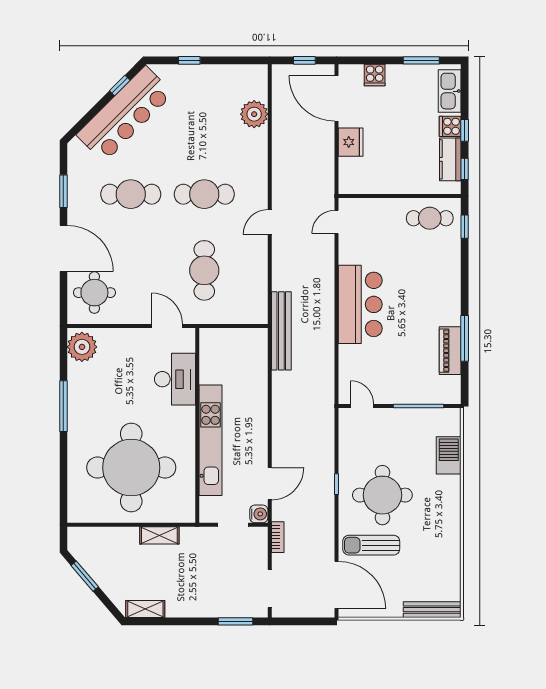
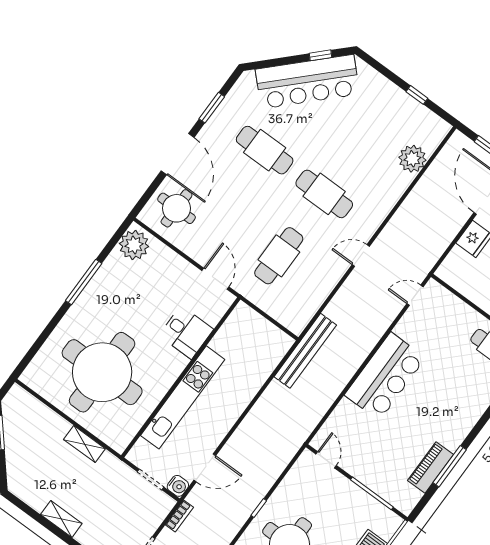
window: (189, 60) -> (417, 95), moved
desk: (175, 379) -> (186, 332), width x0.73
shelving: (145, 609) -> (61, 519), moved

